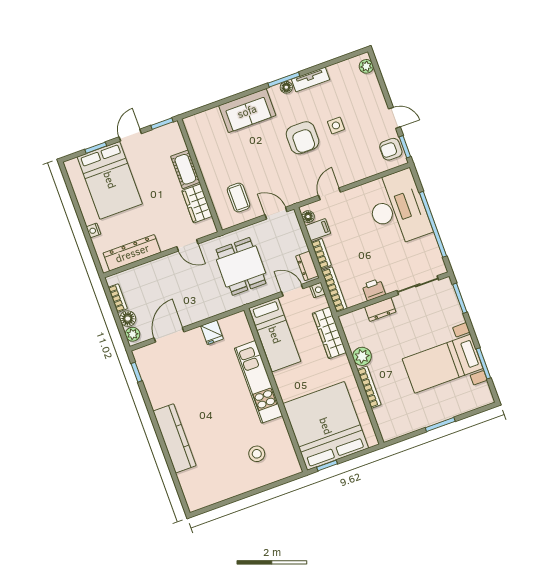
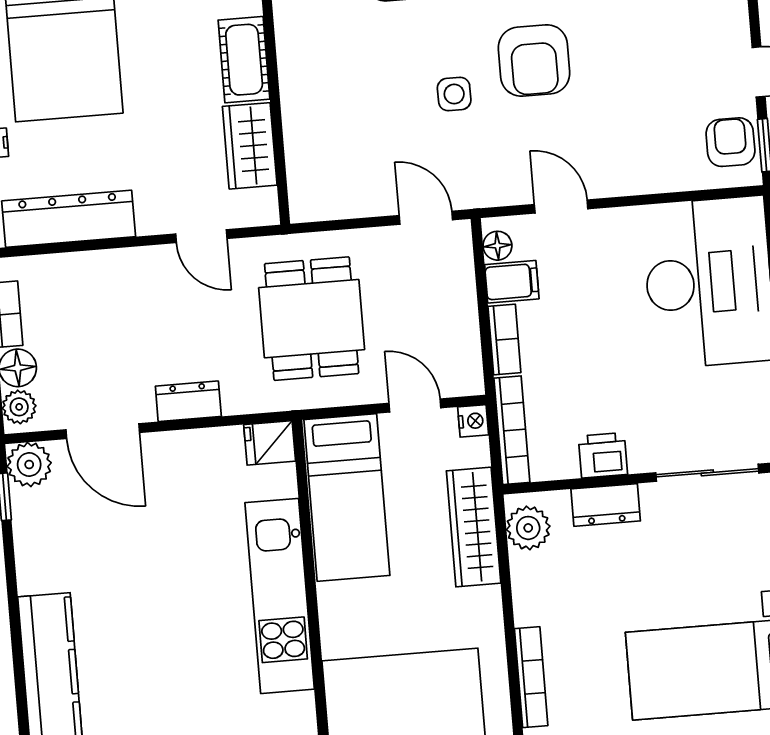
side table: (336, 125) -> (454, 94), moved
armchair: (391, 149) -> (730, 142), turned 90
door: (330, 194) -> (561, 207), hinge flipped
coffee table: (239, 197) -> (349, 158), removed
dresser: (307, 266) -> (188, 401), moved, turned 90
fridge: (212, 332) -> (270, 443), moved, turned 90
door: (169, 335) -> (103, 431), swing flipped
plant: (143, 356) -> (29, 464), added
plant: (362, 356) -> (528, 528), moved

